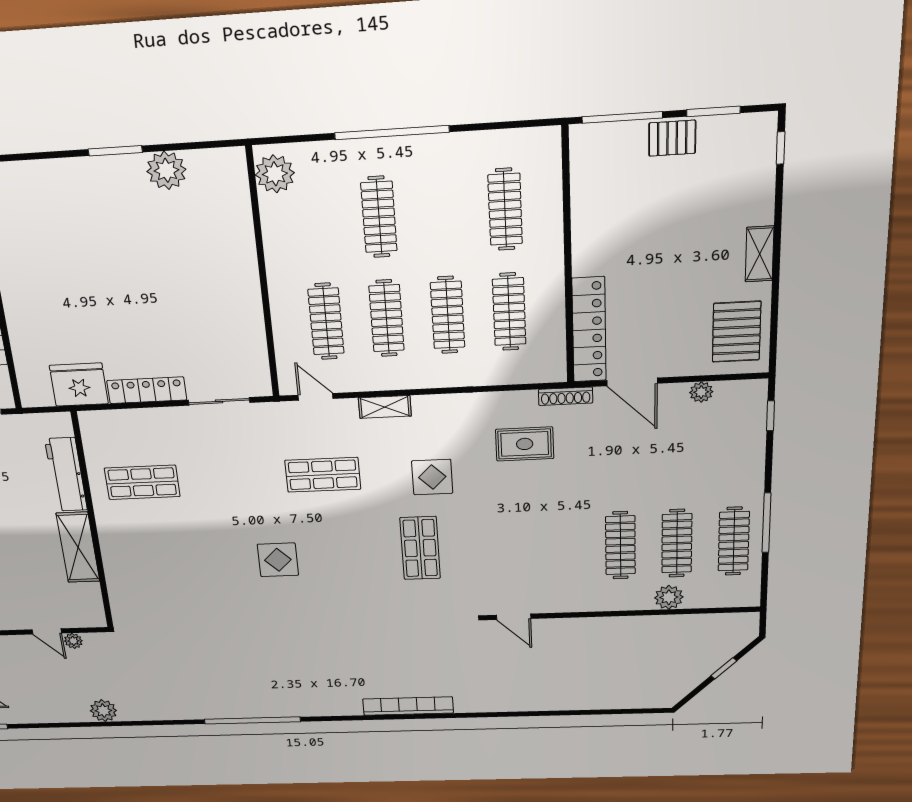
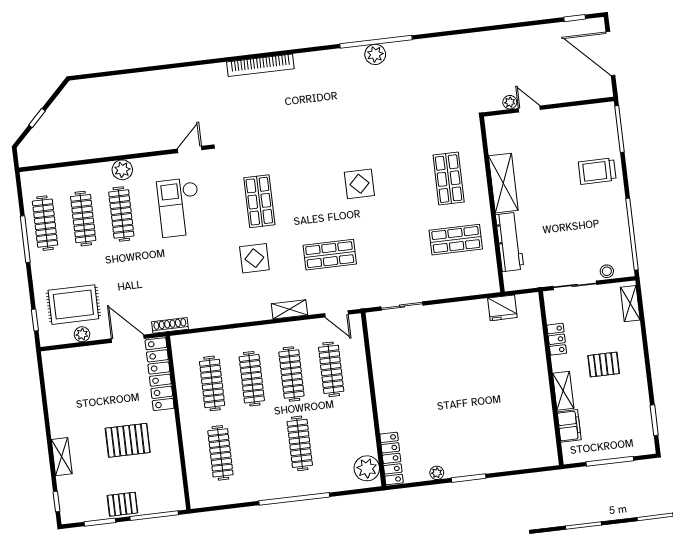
plant: (166, 170) -> (437, 473), width x0.53, depth x0.53
shelving: (760, 254) -> (62, 457), moved
pallet: (737, 332) -> (128, 440), moved, turned 90
fridge: (79, 385) -> (502, 308), width x0.73, depth x0.75
locker: (147, 390) -> (392, 458), moved, turned -90
rug: (525, 444) -> (73, 305), moved, width x1.36, depth x1.43
checkout: (535, 548) -> (179, 207), added
shop shelf: (154, 558) -> (449, 179), added
plant: (669, 597) -> (122, 170), moved
door: (514, 617) -> (190, 149), hinge flipped
plant: (103, 711) -> (375, 54), moved

